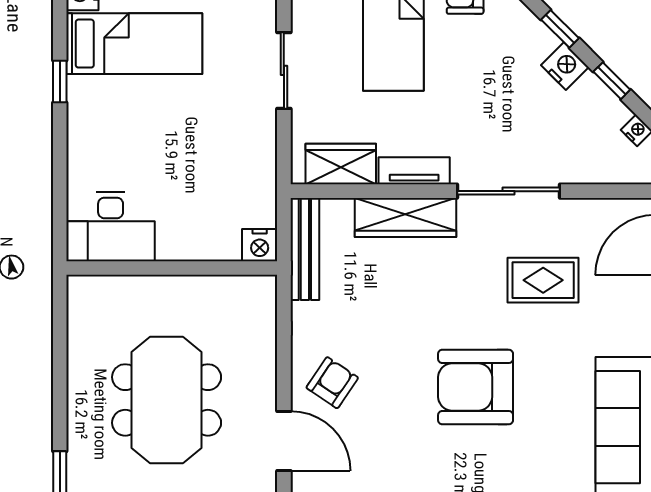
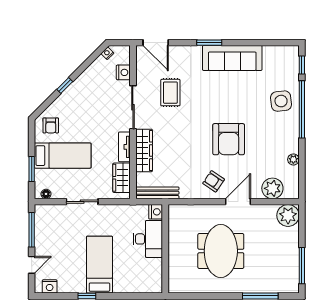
bed: (134, 44) -> (99, 265), moved
nightstand: (565, 66) -> (123, 72), moved, turned 135
window: (612, 81) -> (86, 64), removed
desk: (111, 227) -> (148, 239), moved
armchair: (476, 387) -> (229, 139), moved
meeting table: (167, 400) -> (221, 251), turned 90

